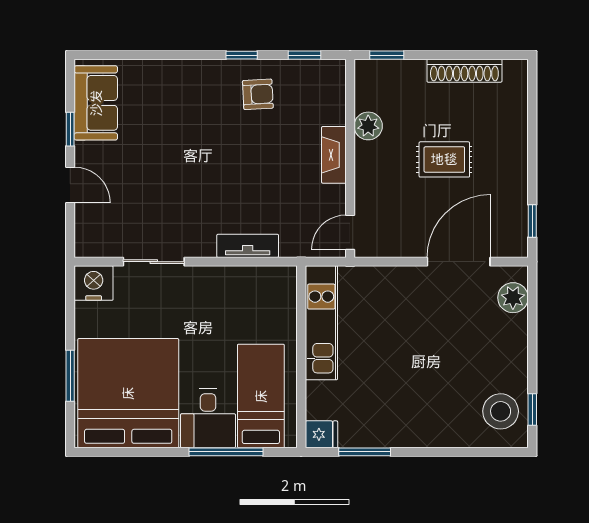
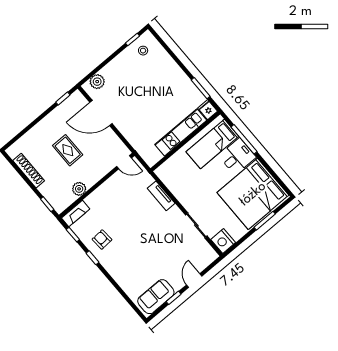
fireplace: (334, 155) -> (76, 214), moved
kitchen unit: (321, 323) -> (181, 132), moved
stool: (501, 411) -> (143, 51), width x0.53, depth x0.53

